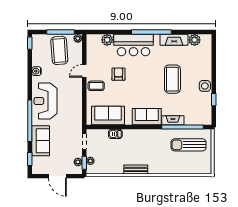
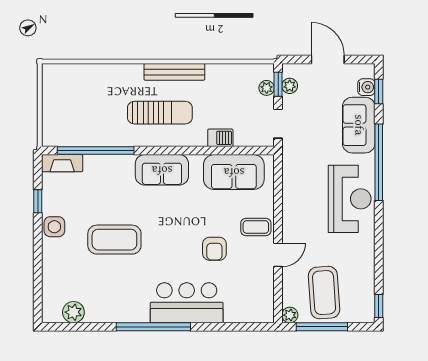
plant: (107, 40) -> (235, 312), removed
fireplace: (174, 40) -> (111, 312), removed
water cooler: (36, 71) -> (366, 87), moved
coffee table: (172, 79) -> (114, 240), turned 90
fireplace: (173, 120) -> (62, 163), moved
sun lounger: (189, 145) -> (160, 113), moved
bench: (136, 169) -> (174, 72), width x1.36

